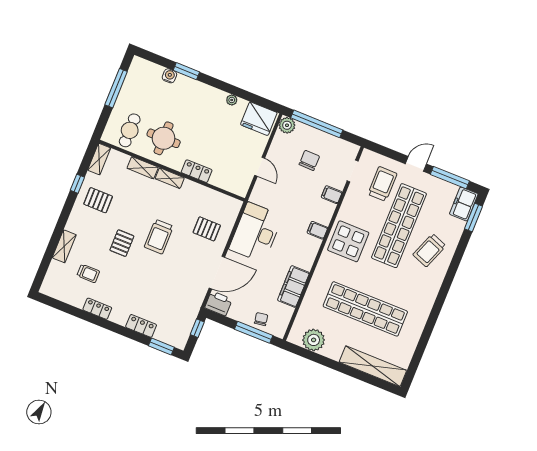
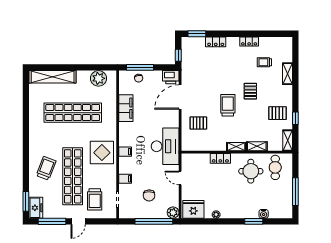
desk: (256, 232) -> (165, 146), moved

